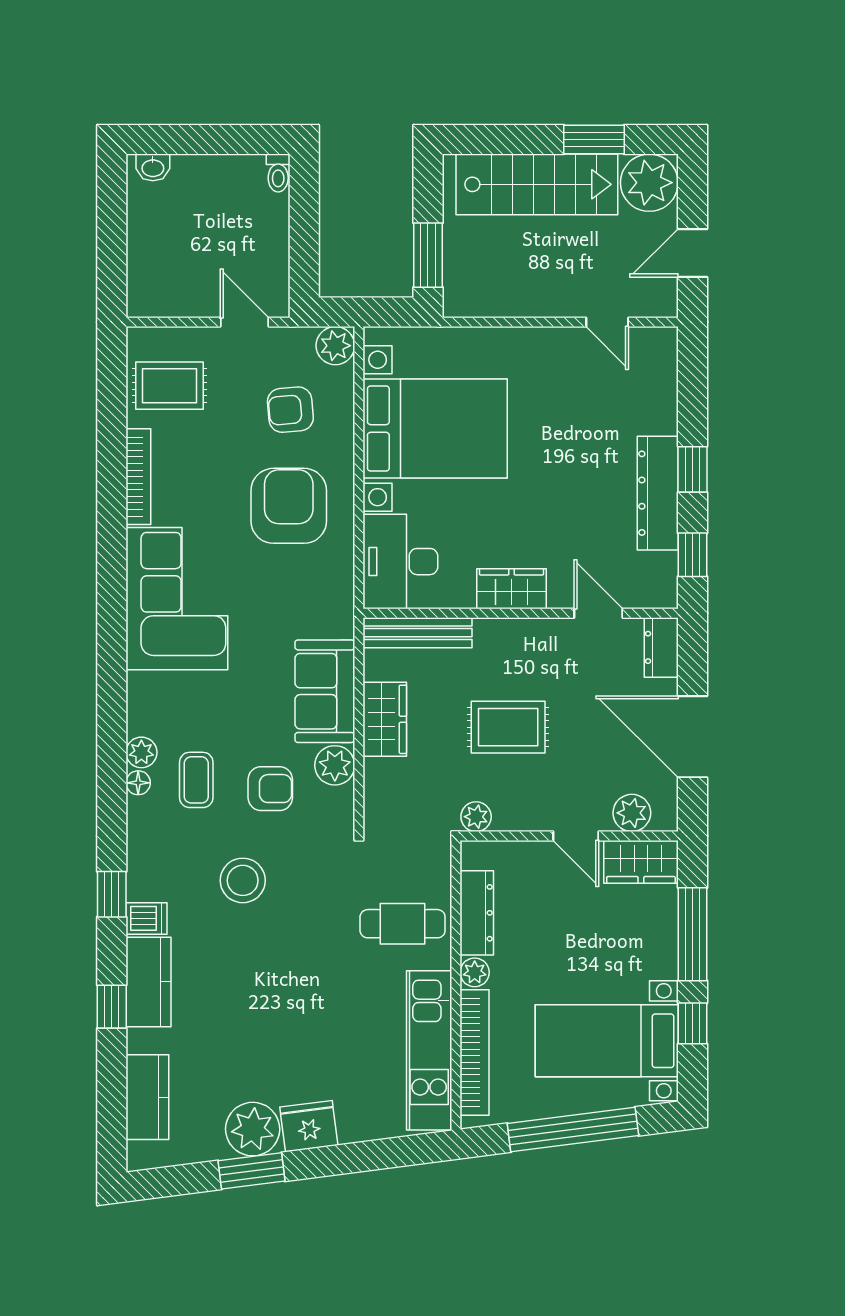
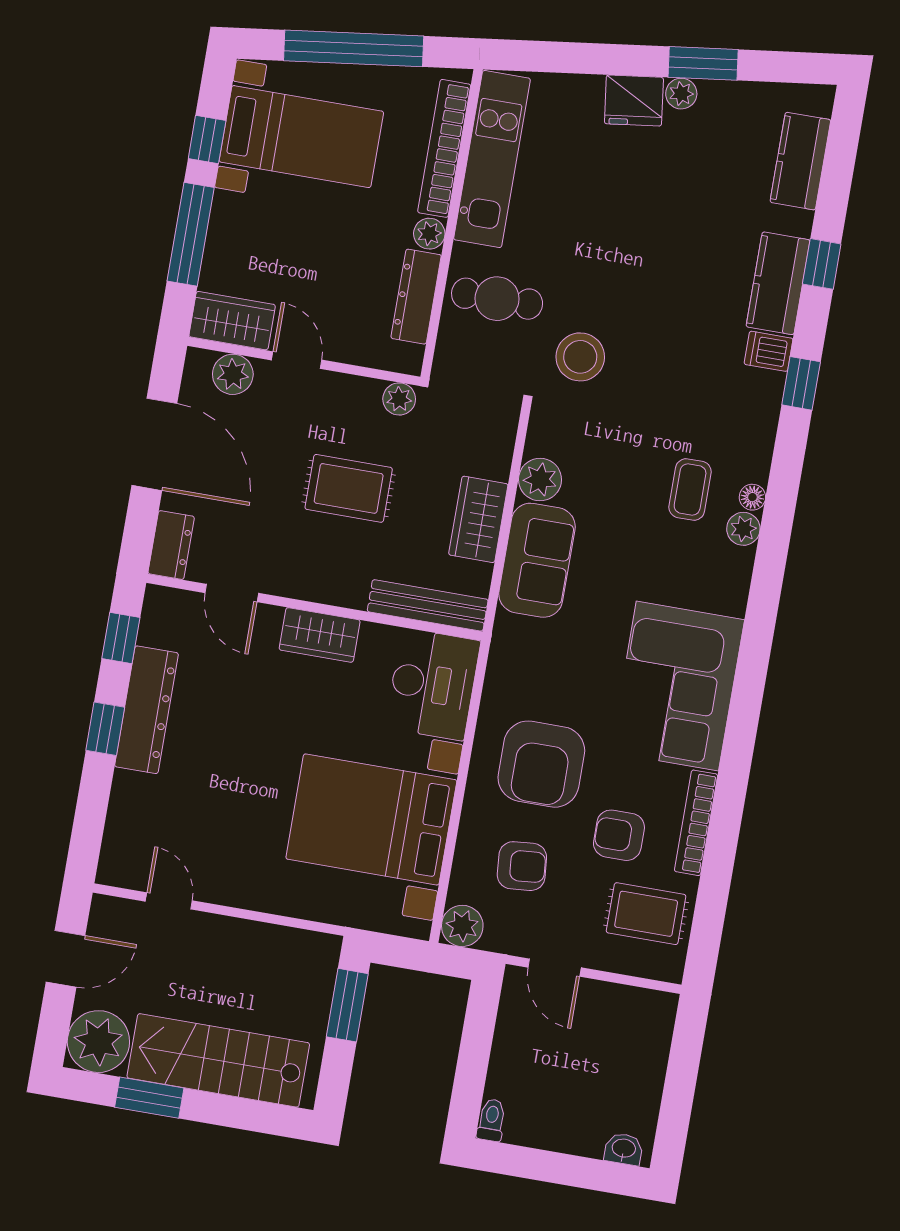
armchair: (270, 789) -> (619, 835), moved
stool: (243, 880) -> (580, 357), moved
plant: (253, 1129) -> (681, 94), width x0.53, depth x0.53

